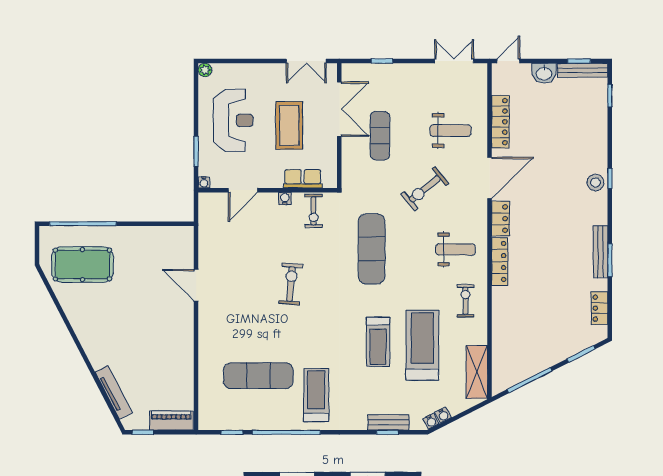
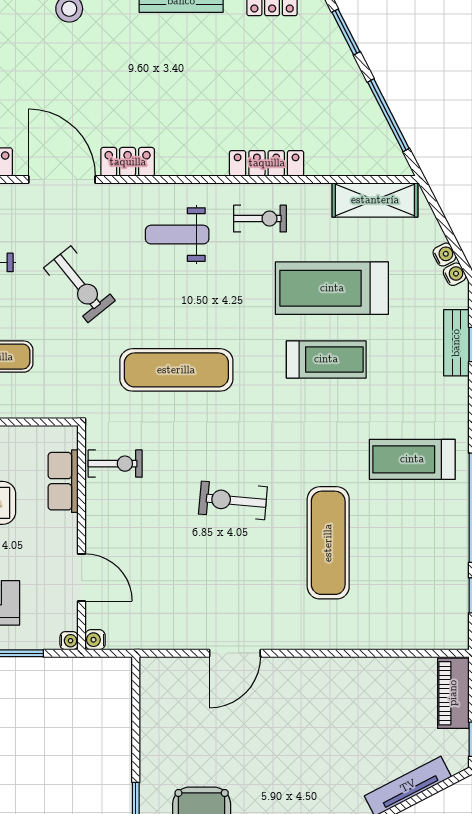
water cooler: (285, 199) -> (95, 640), moved
weight bench: (456, 249) -> (177, 235), turned -90
locker: (500, 262) -> (267, 163), moved
exercise bike: (465, 301) -> (260, 219), turned 180
exercise mat: (258, 376) -> (328, 543), moved

